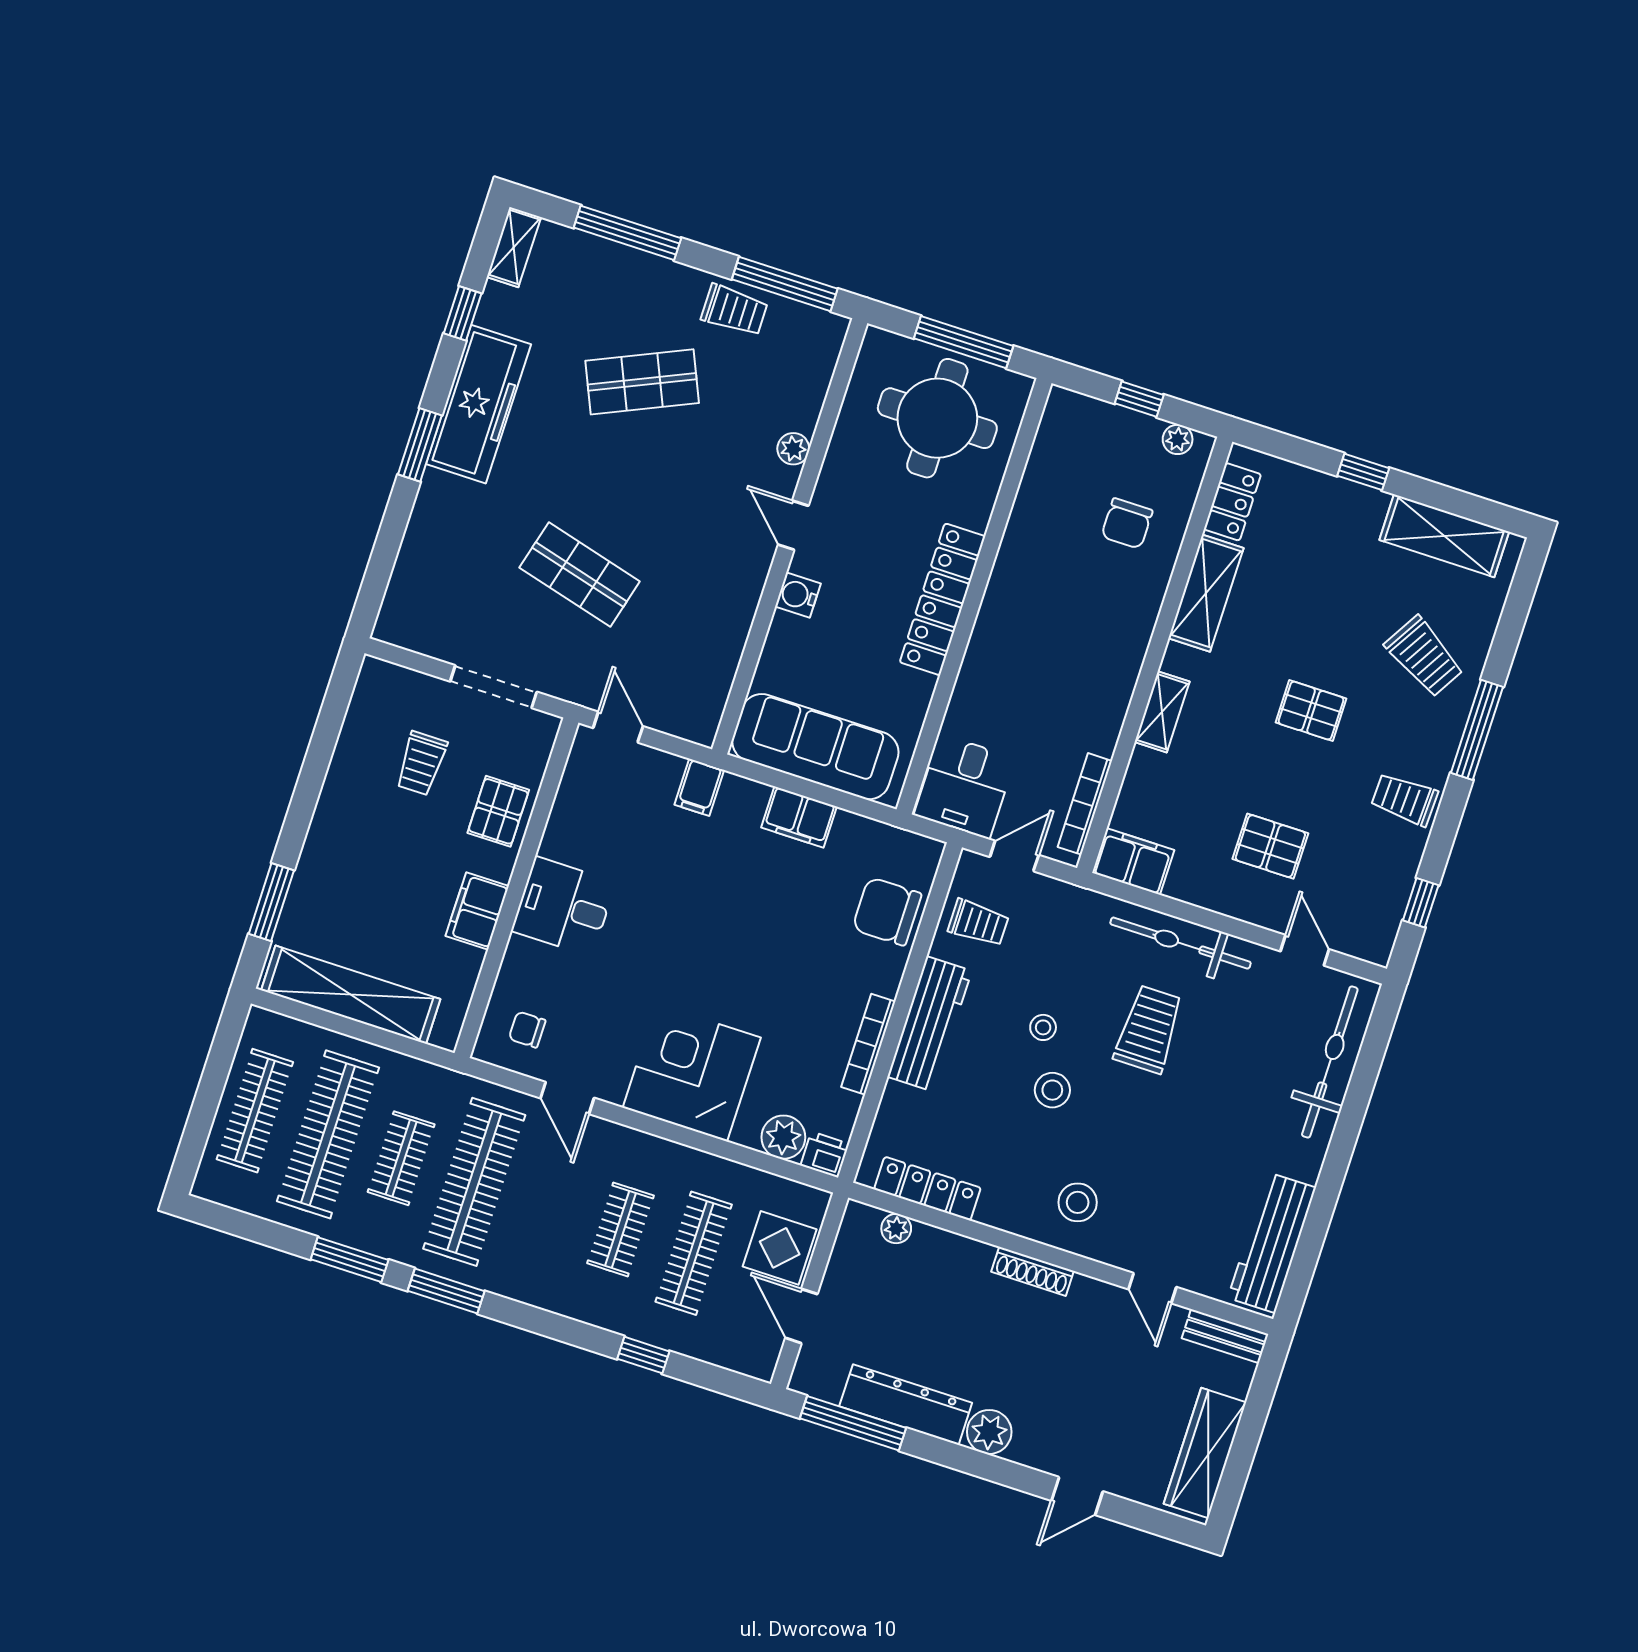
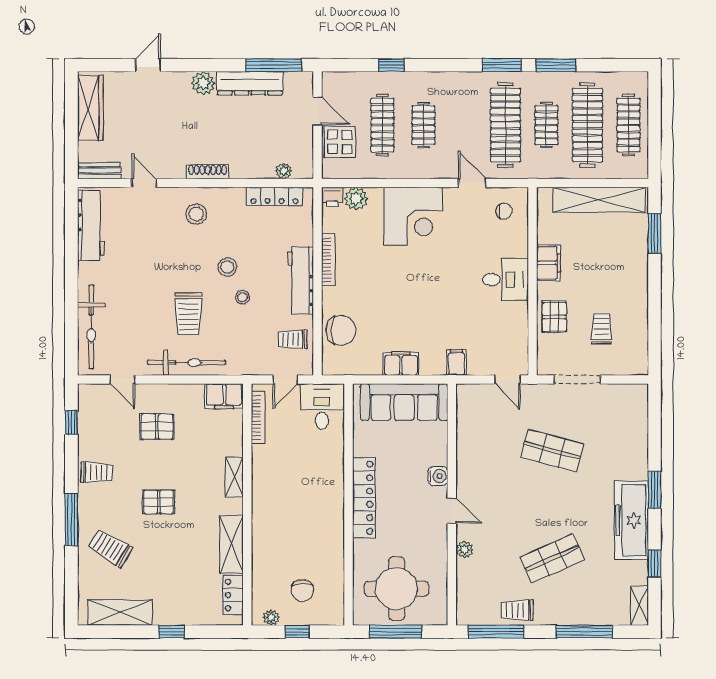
chair: (1127, 523) -> (302, 590), moved, turned 180

